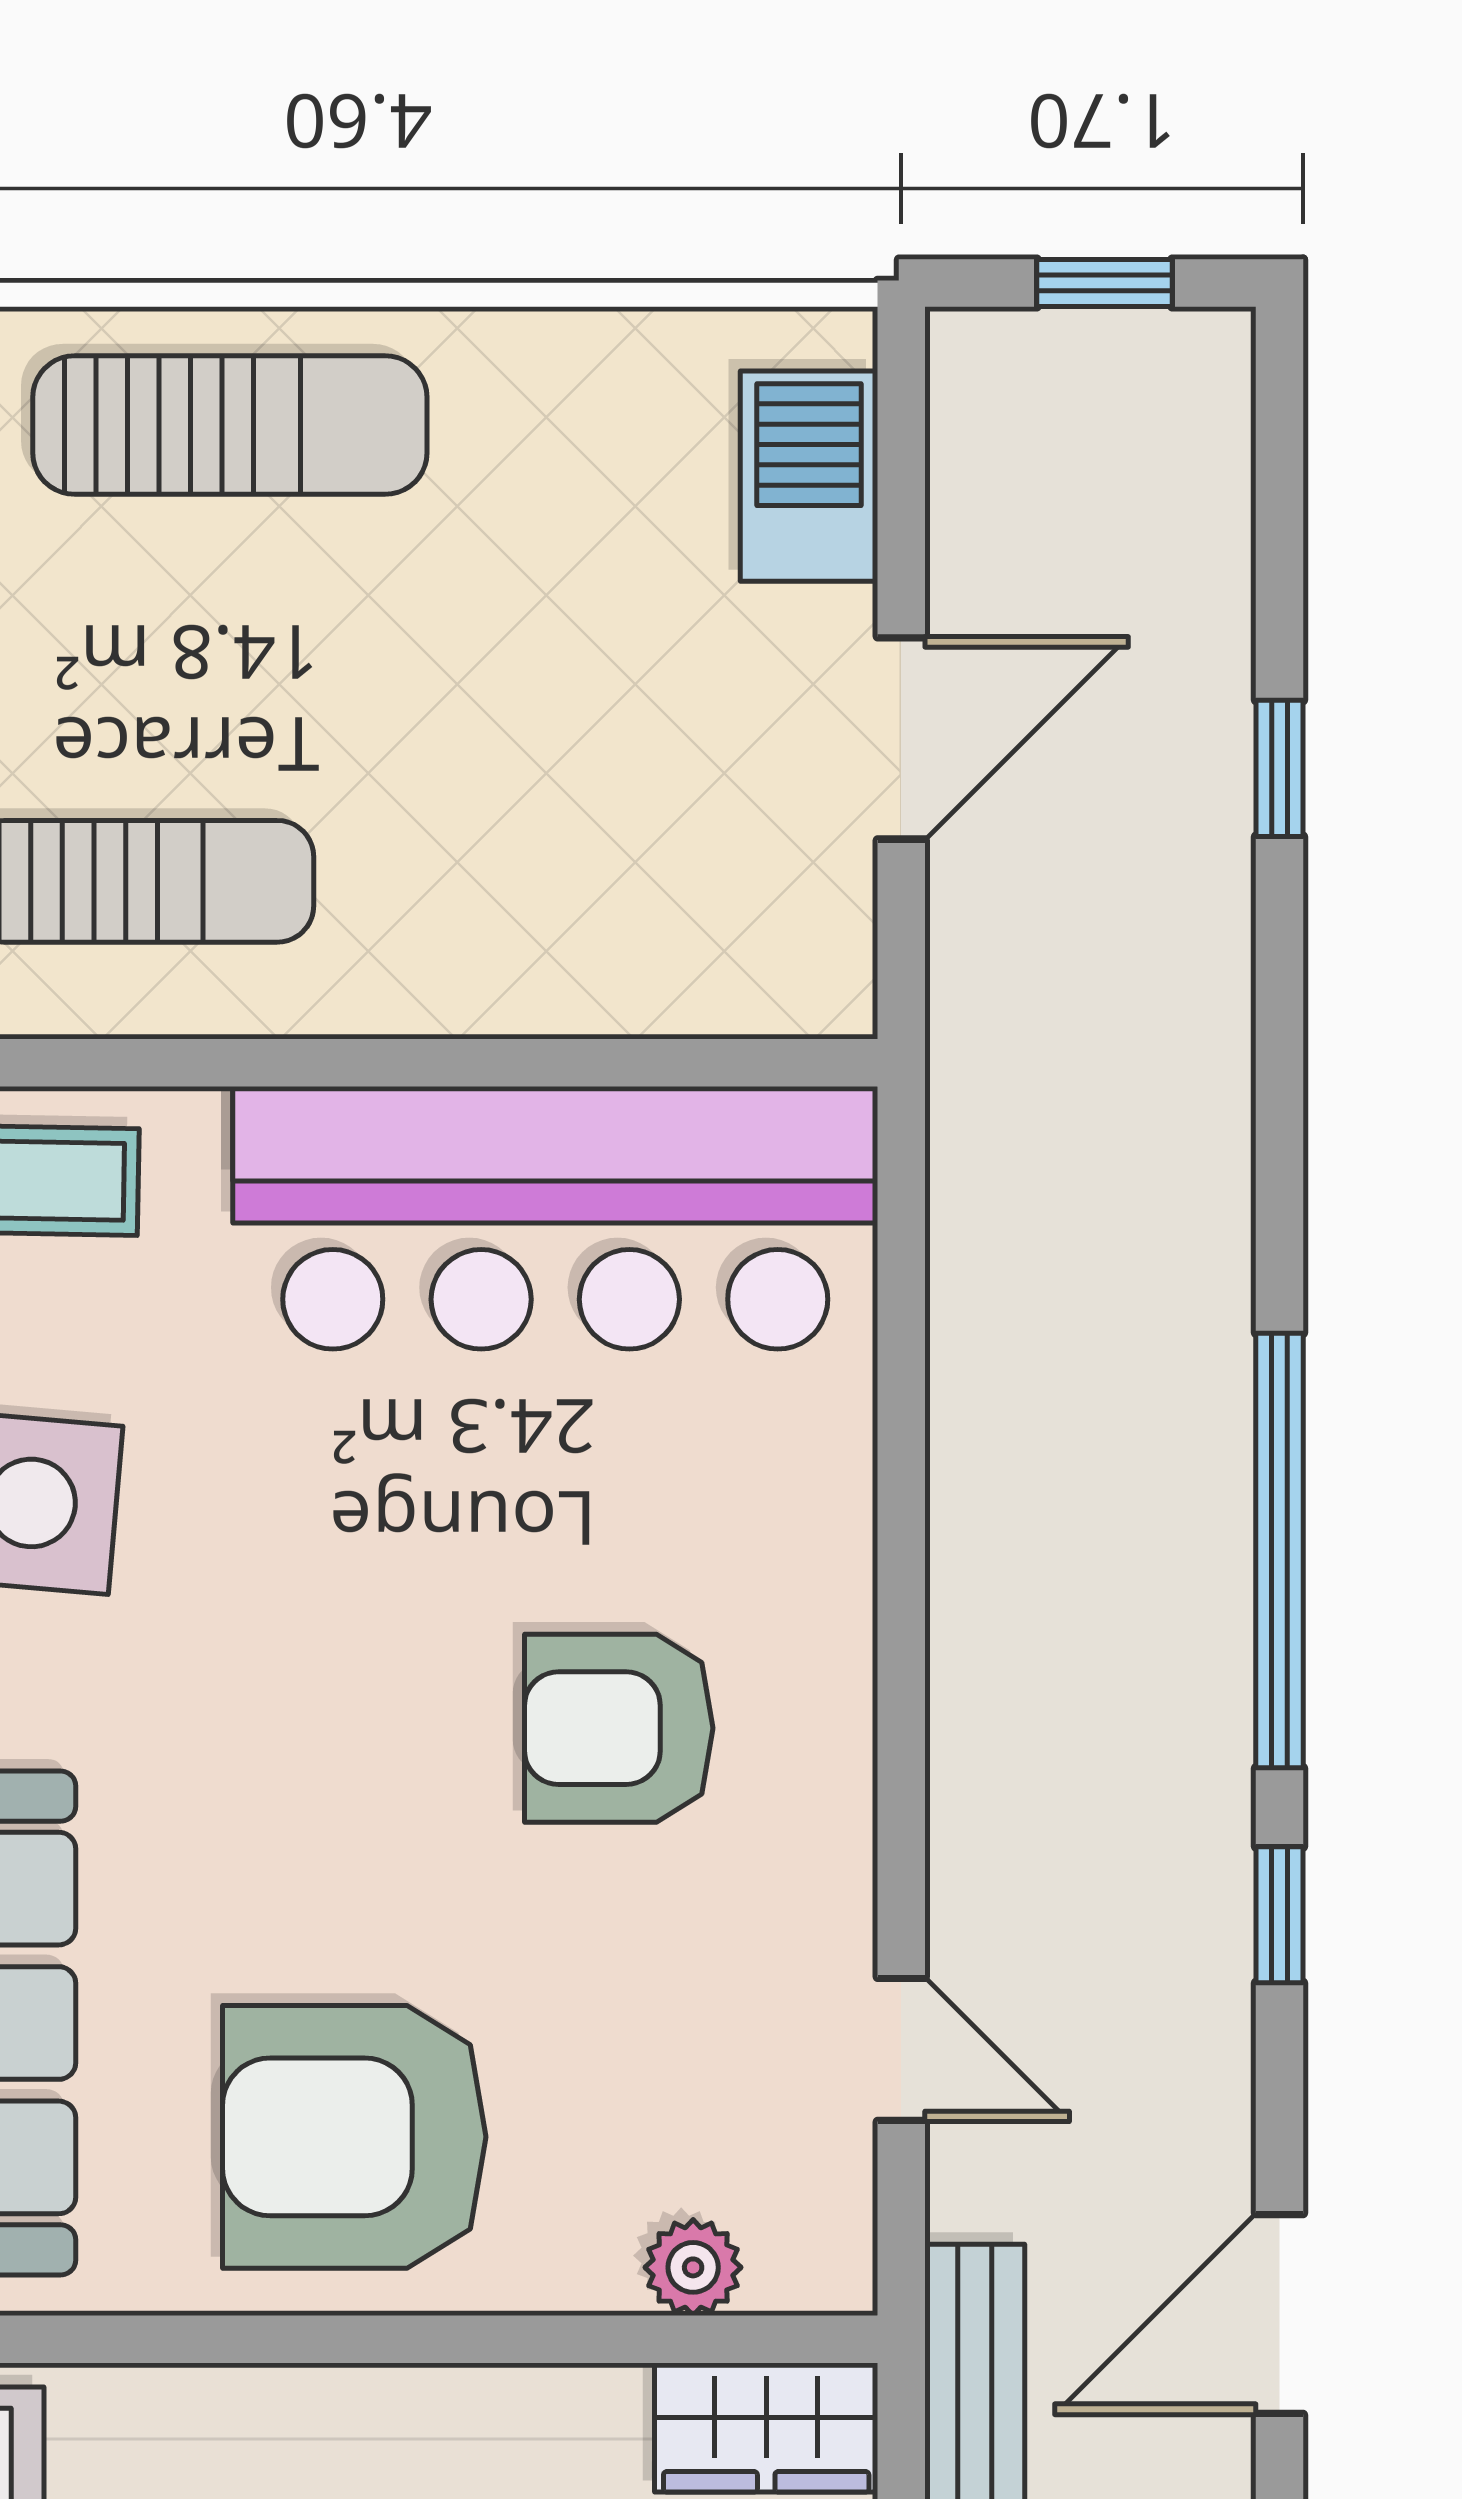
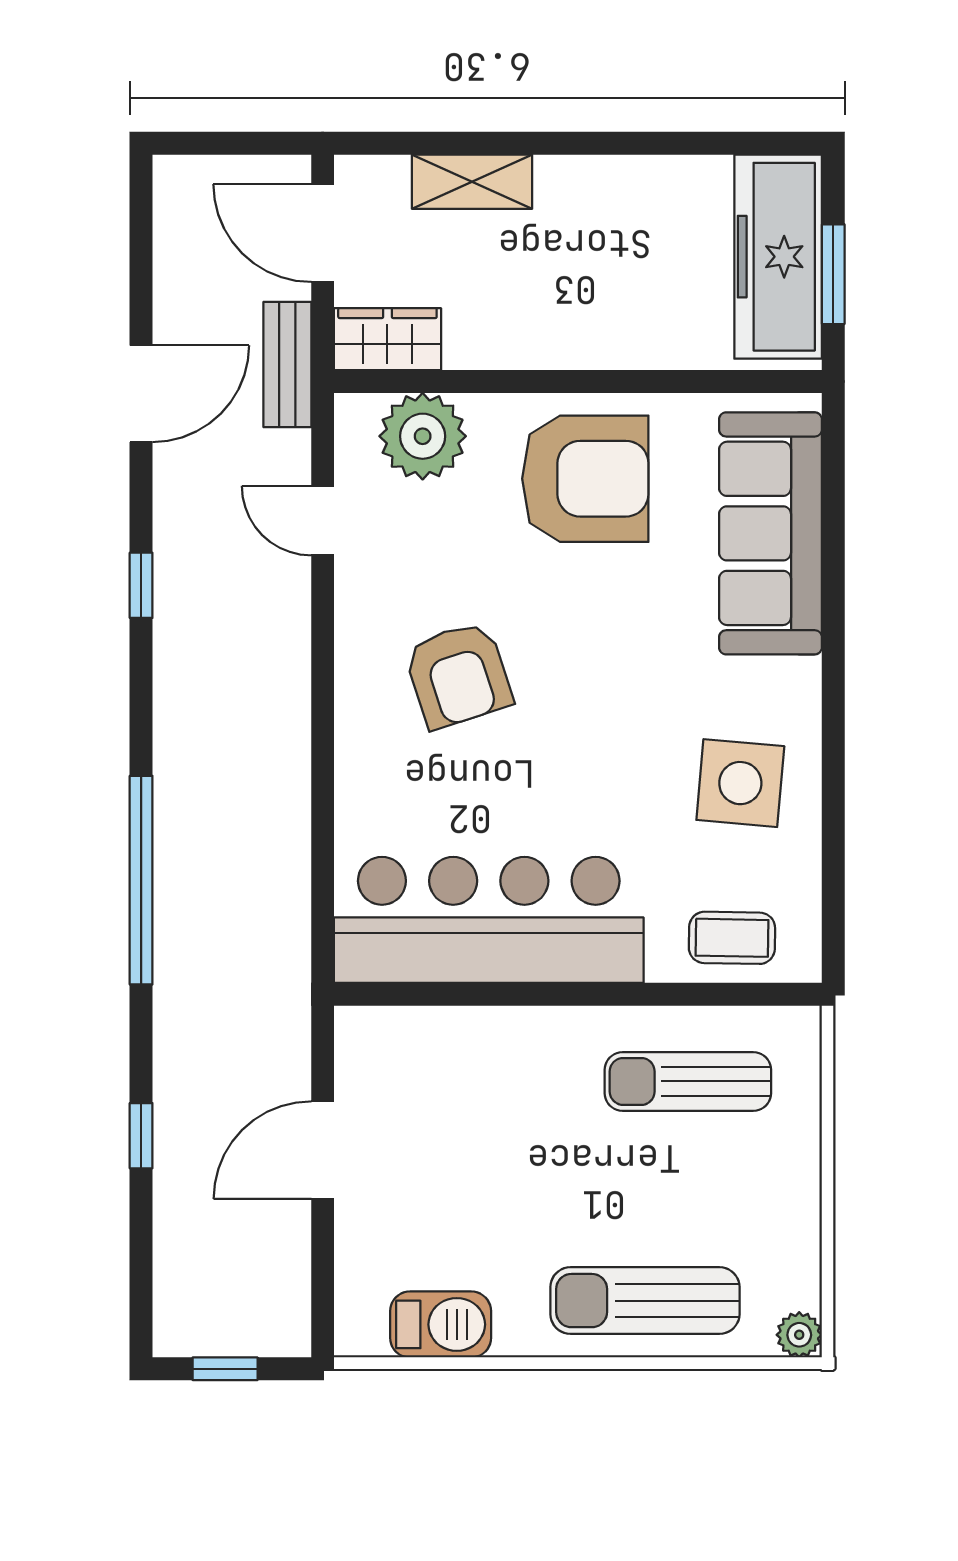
barbecue: (809, 476) -> (441, 1324), moved, turned -90
window: (1279, 1550) -> (141, 880), moved
armchair: (619, 1728) -> (458, 675), turned 72
plant: (693, 2267) -> (423, 436), width x1.88, depth x1.88

